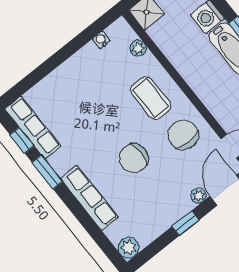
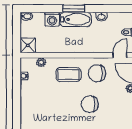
chair: (134, 158) -> (90, 104), turned 90

